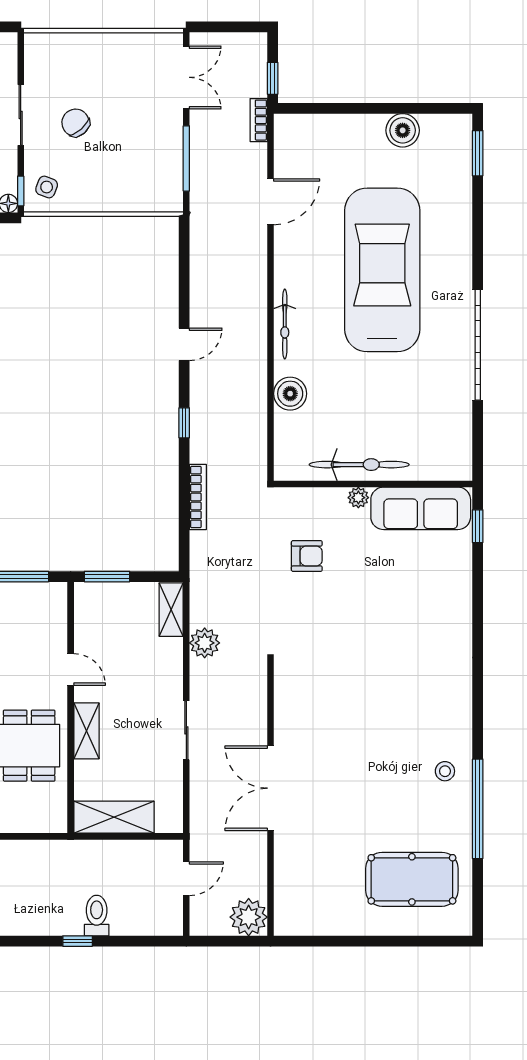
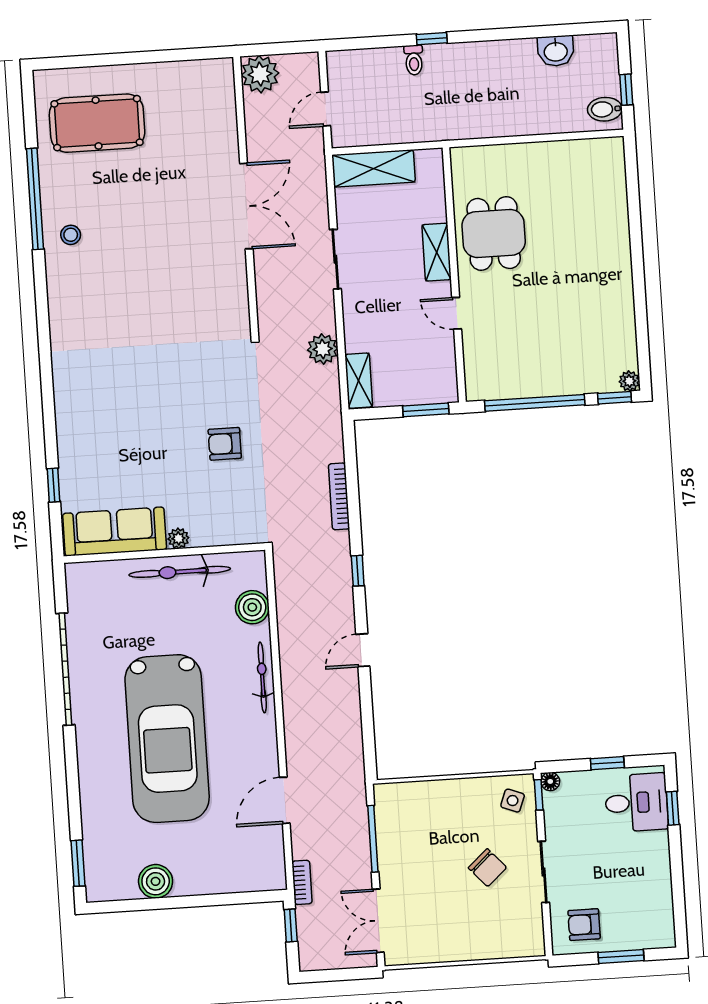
bicycle: (359, 465) -> (180, 572), moved
wall: (373, 484) -> (164, 553), moved
plant: (358, 498) -> (178, 538), moved
sofa: (421, 508) -> (115, 532), moved
shelving: (114, 817) -> (374, 168), moved
toilet: (97, 916) -> (414, 60), width x0.73, depth x0.72

